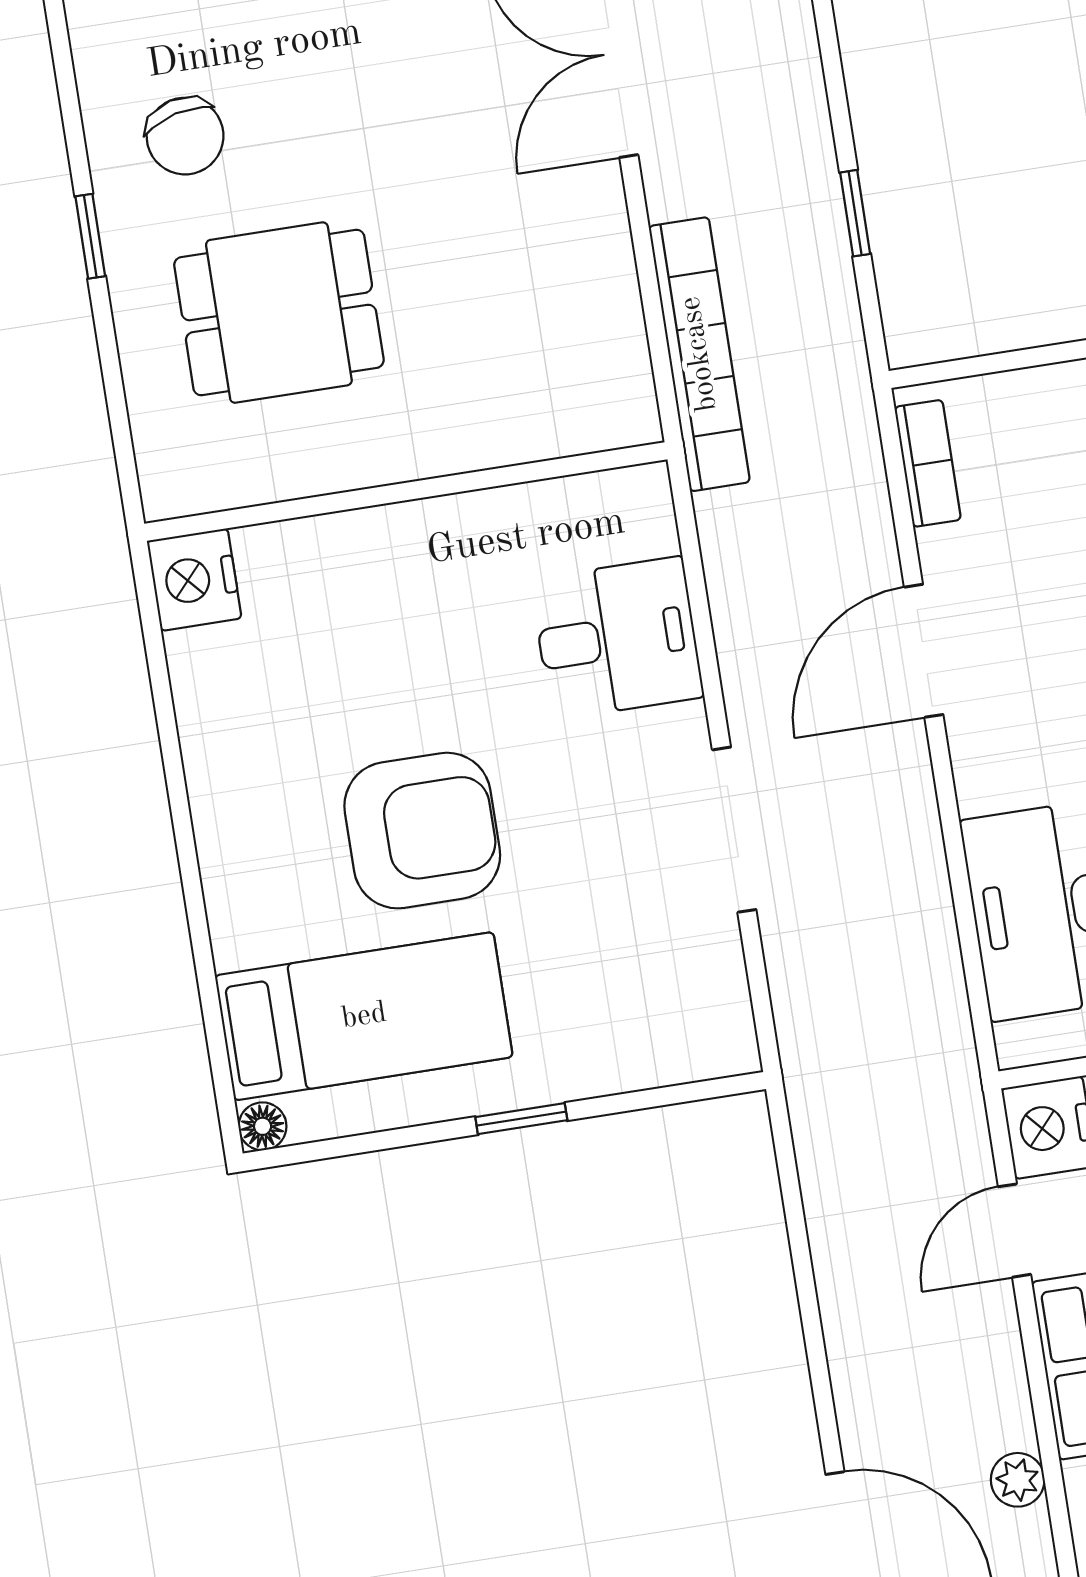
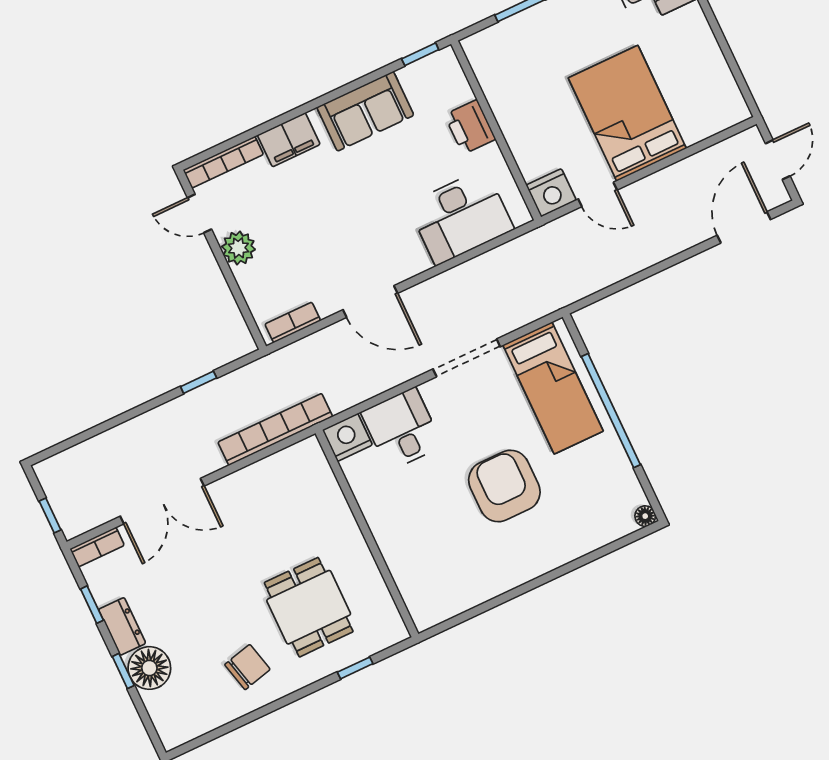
window: (90, 236) -> (355, 668), moved
nightstand: (194, 580) -> (347, 437), moved, turned 180
bed: (364, 1016) -> (553, 388), moved, turned 180
window: (521, 1119) -> (611, 411), width x3.17
plant: (1018, 1480) -> (700, 163), removed

